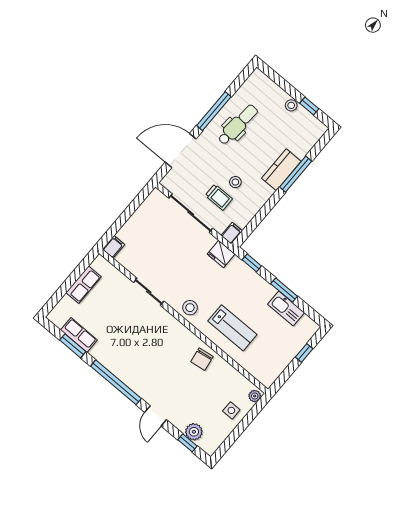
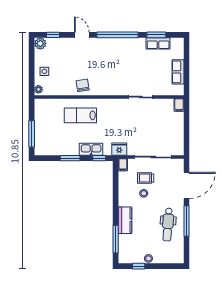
window: (296, 174) -> (116, 239), moved
stool: (190, 308) -> (112, 107), removed
kitchen sink: (286, 308) -> (91, 149), moved
window: (304, 353) -> (32, 134), width x2.17
plant: (194, 432) -> (40, 44), moved

